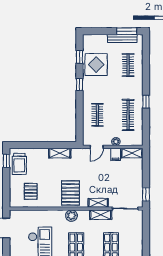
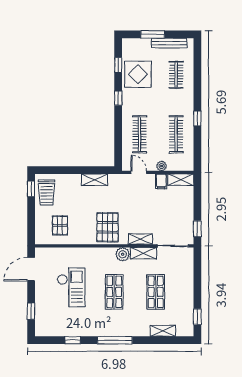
window: (127, 31) -> (153, 34), moved
clothes rail: (97, 115) -> (139, 134), width x1.36
door: (97, 147) -> (139, 172), swing flipped
plant: (71, 216) -> (123, 254), moved

